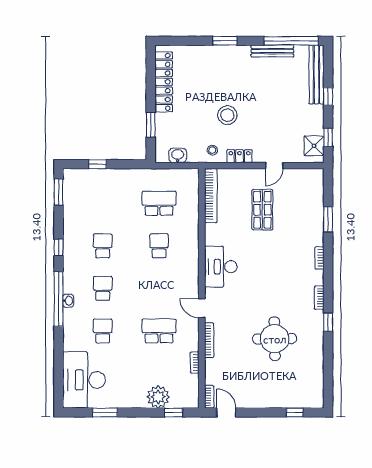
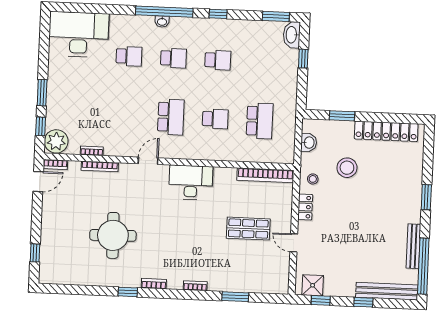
stool: (227, 115) -> (347, 168), moved
washbasin: (75, 176) -> (292, 35), added
school desk: (159, 331) -> (171, 117), moved
bookcase: (209, 340) -> (100, 166), moved
plant: (158, 397) -> (56, 141), moved
window: (105, 412) -> (42, 93), moved

